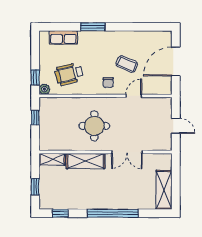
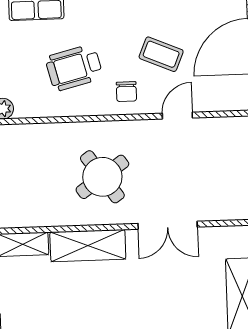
wheelchair: (69, 74) -> (74, 68), moved
round table: (94, 126) -> (102, 177), turned -35

